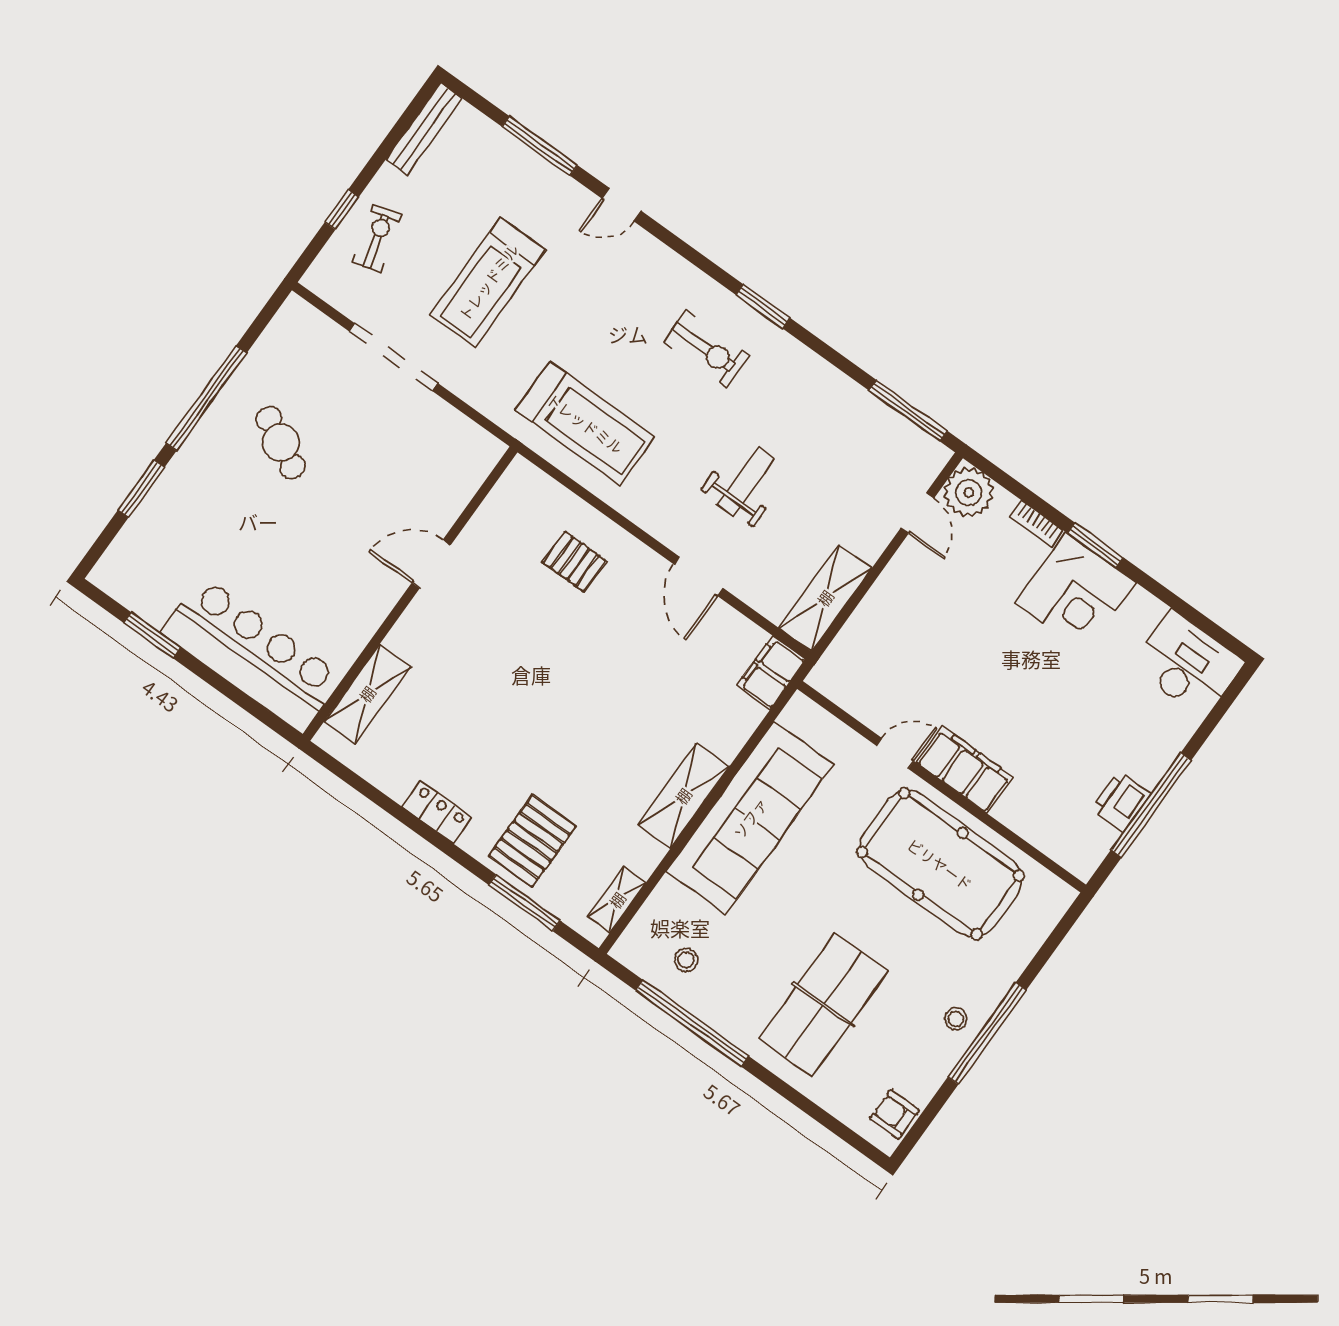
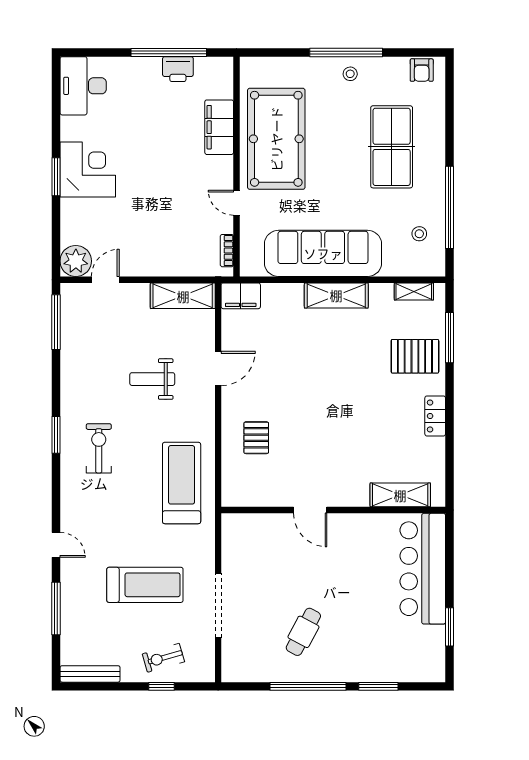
bookcase: (1036, 523) -> (227, 251), moved, turned 180
filing cabinet: (965, 770) -> (219, 127), moved
table tennis table: (823, 1005) -> (392, 147), turned 90

